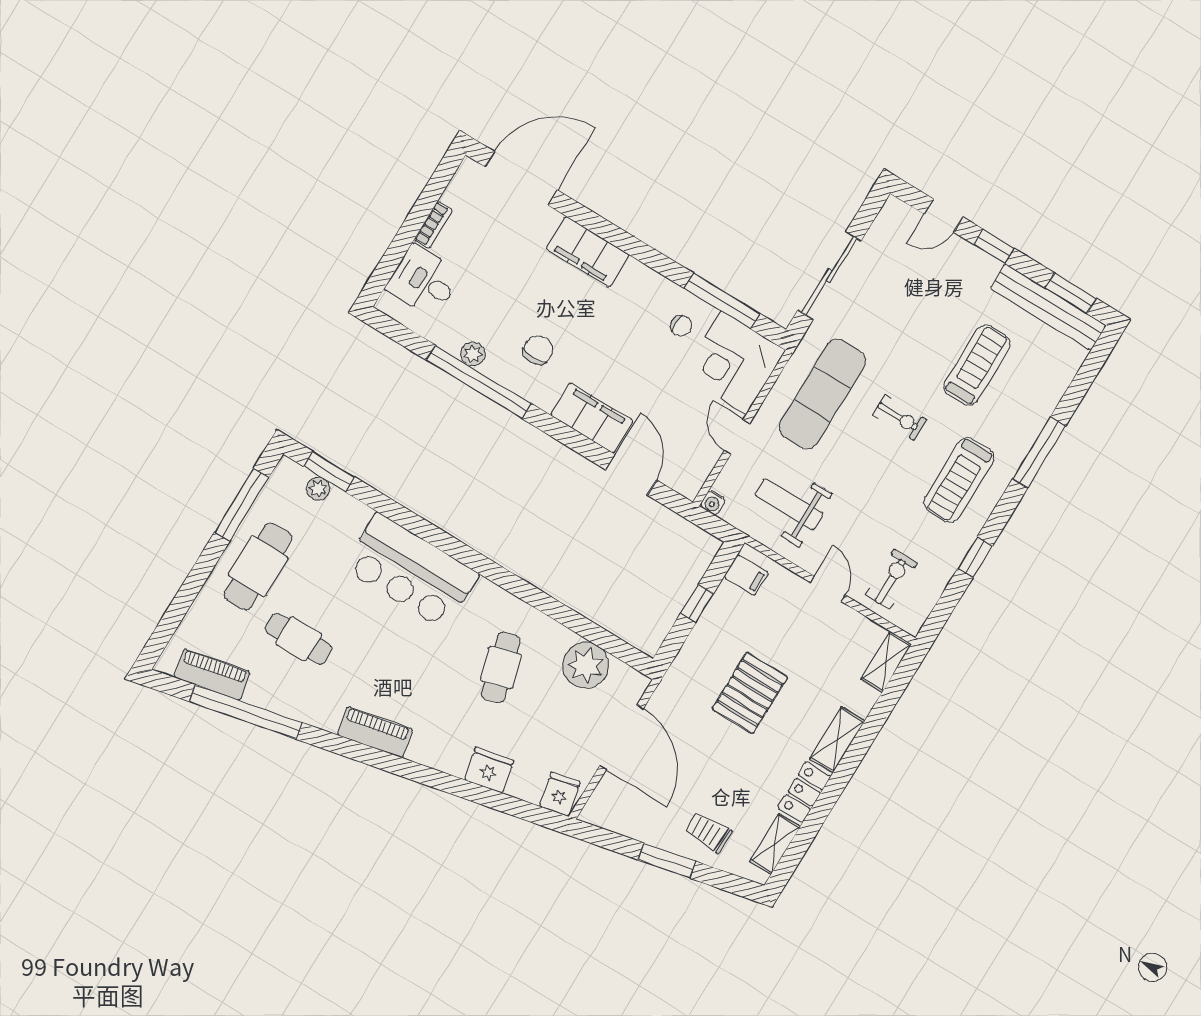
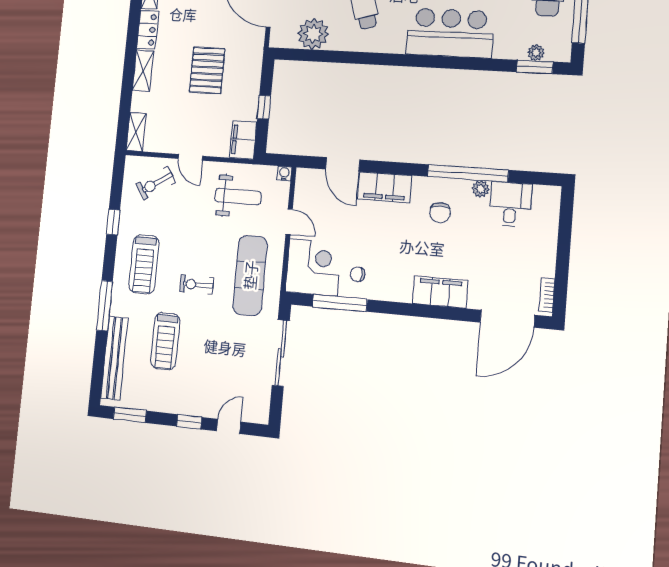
bookcase: (433, 225) -> (547, 295), moved
desk: (424, 281) -> (510, 204), moved, turned -90
bench: (1048, 307) -> (114, 358), moved, turned 90
treadmill: (959, 480) -> (144, 264), turned 180
filing cabinet: (746, 575) -> (243, 140), width x2.00
exercise bike: (892, 579) -> (156, 183), turned 57

